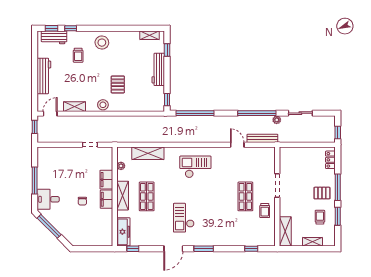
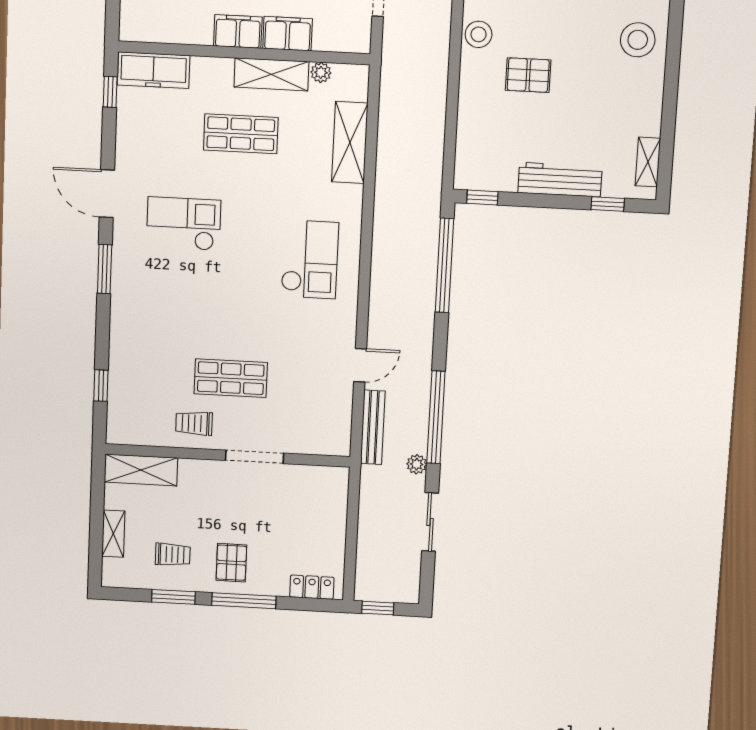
shelving: (123, 196) -> (271, 74), moved

